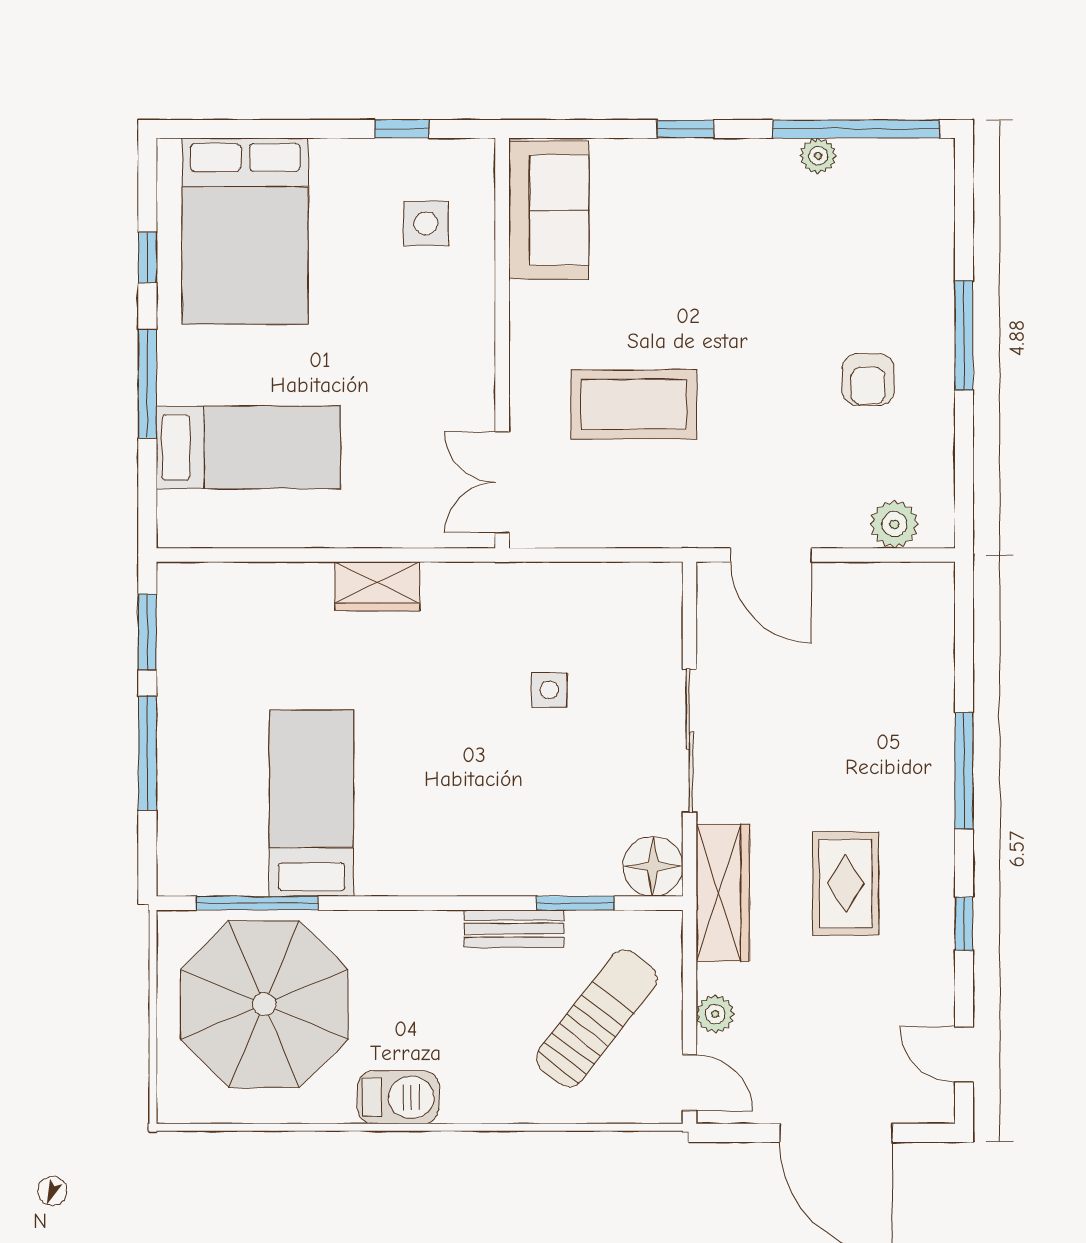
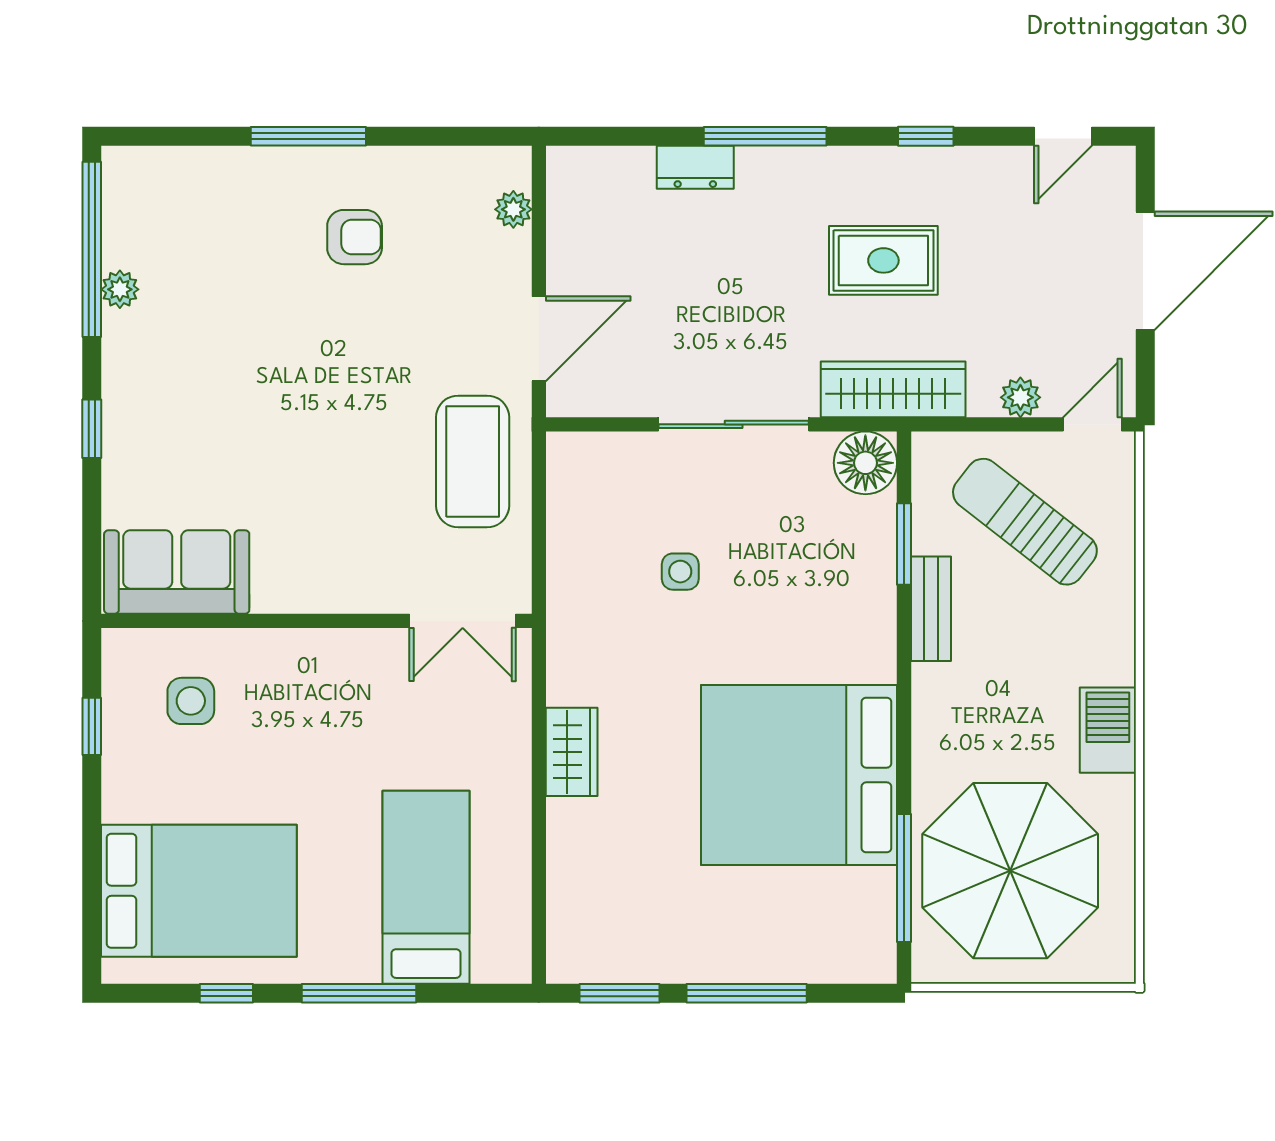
coffee table: (634, 404) -> (473, 461), moved
plant: (894, 524) -> (513, 209), width x0.73, depth x0.73
dresser: (934, 704) -> (695, 167), added
bed: (311, 803) -> (799, 775), width x2.04

